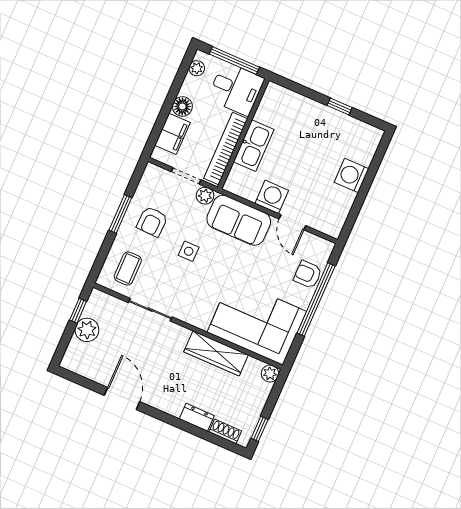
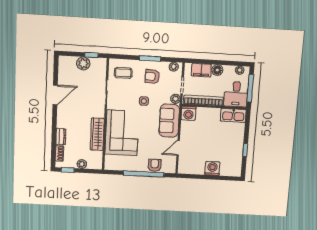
kitchen sink: (254, 146) -> (233, 115), moved
plant: (149, 179) -> (174, 67), added
washing machine: (272, 197) -> (188, 113), moved, turned 90
corner sofa: (257, 322) -> (122, 133), moved
plant: (270, 374) -> (82, 164), moved

